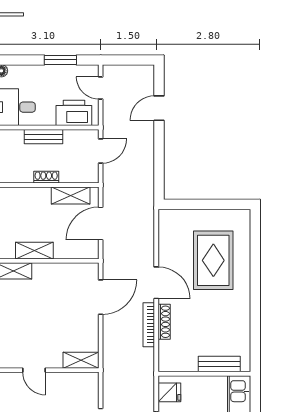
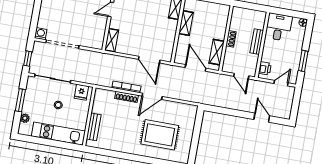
printer: (74, 113) -> (265, 68), width x0.53, depth x0.68

